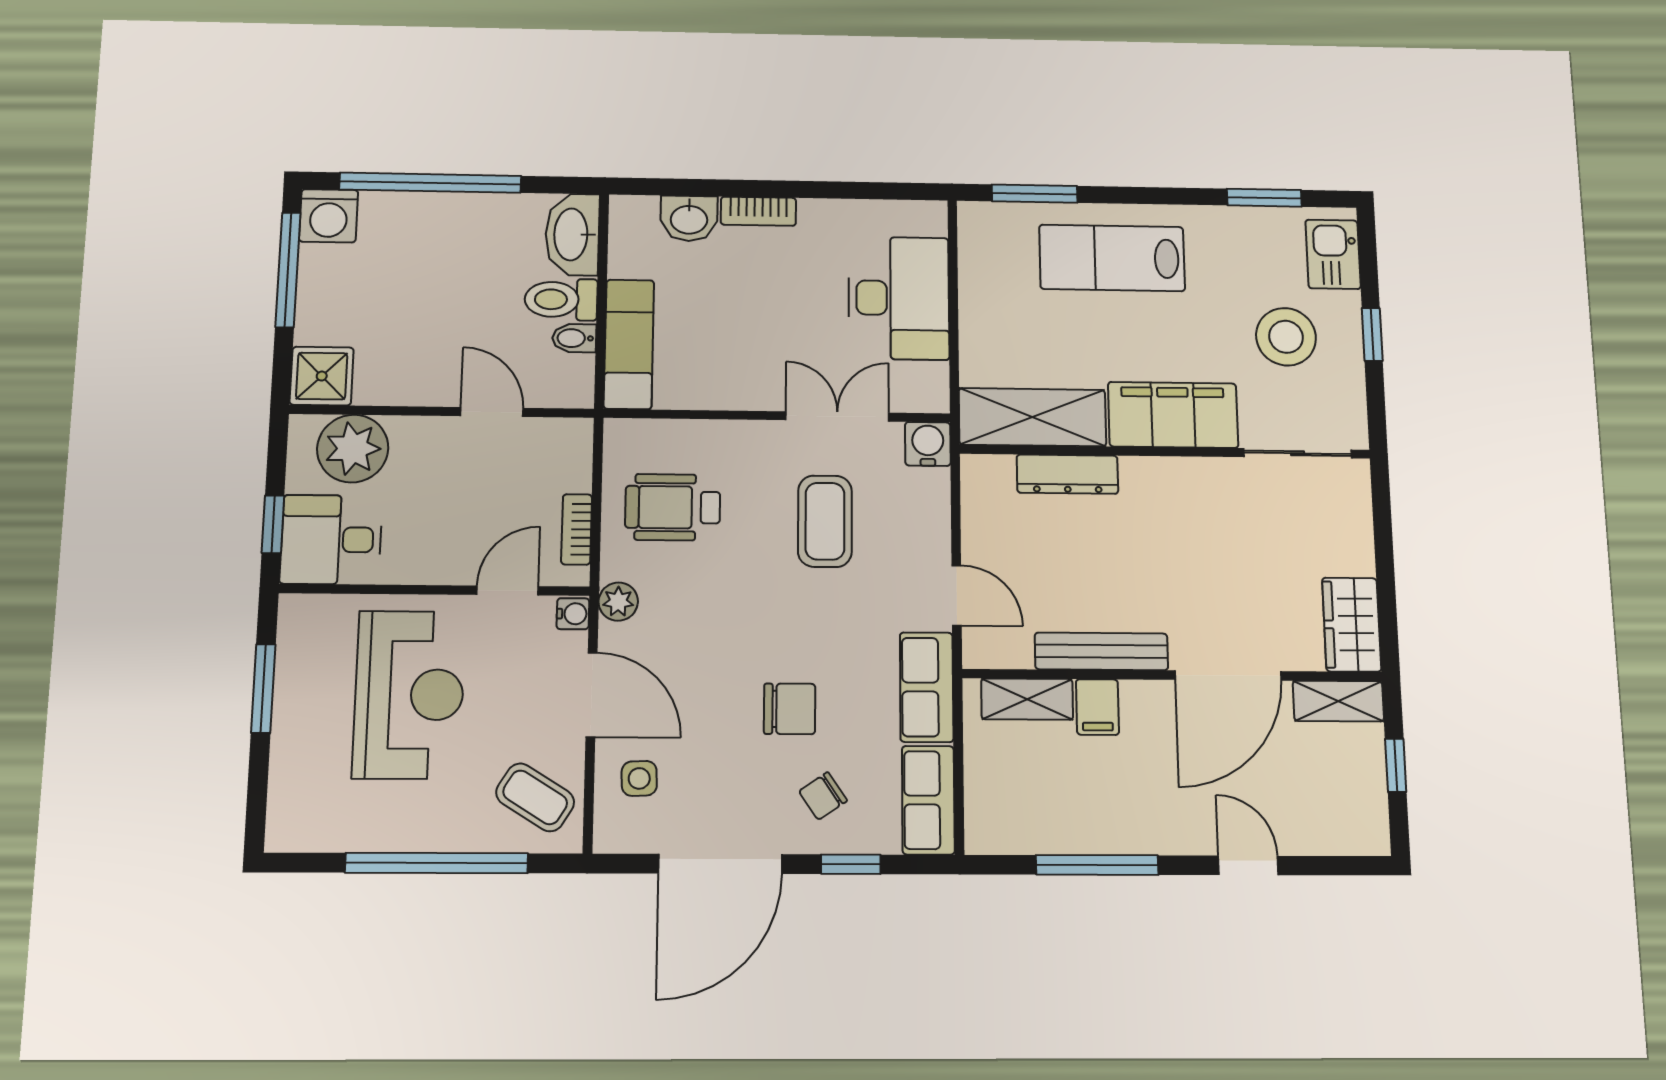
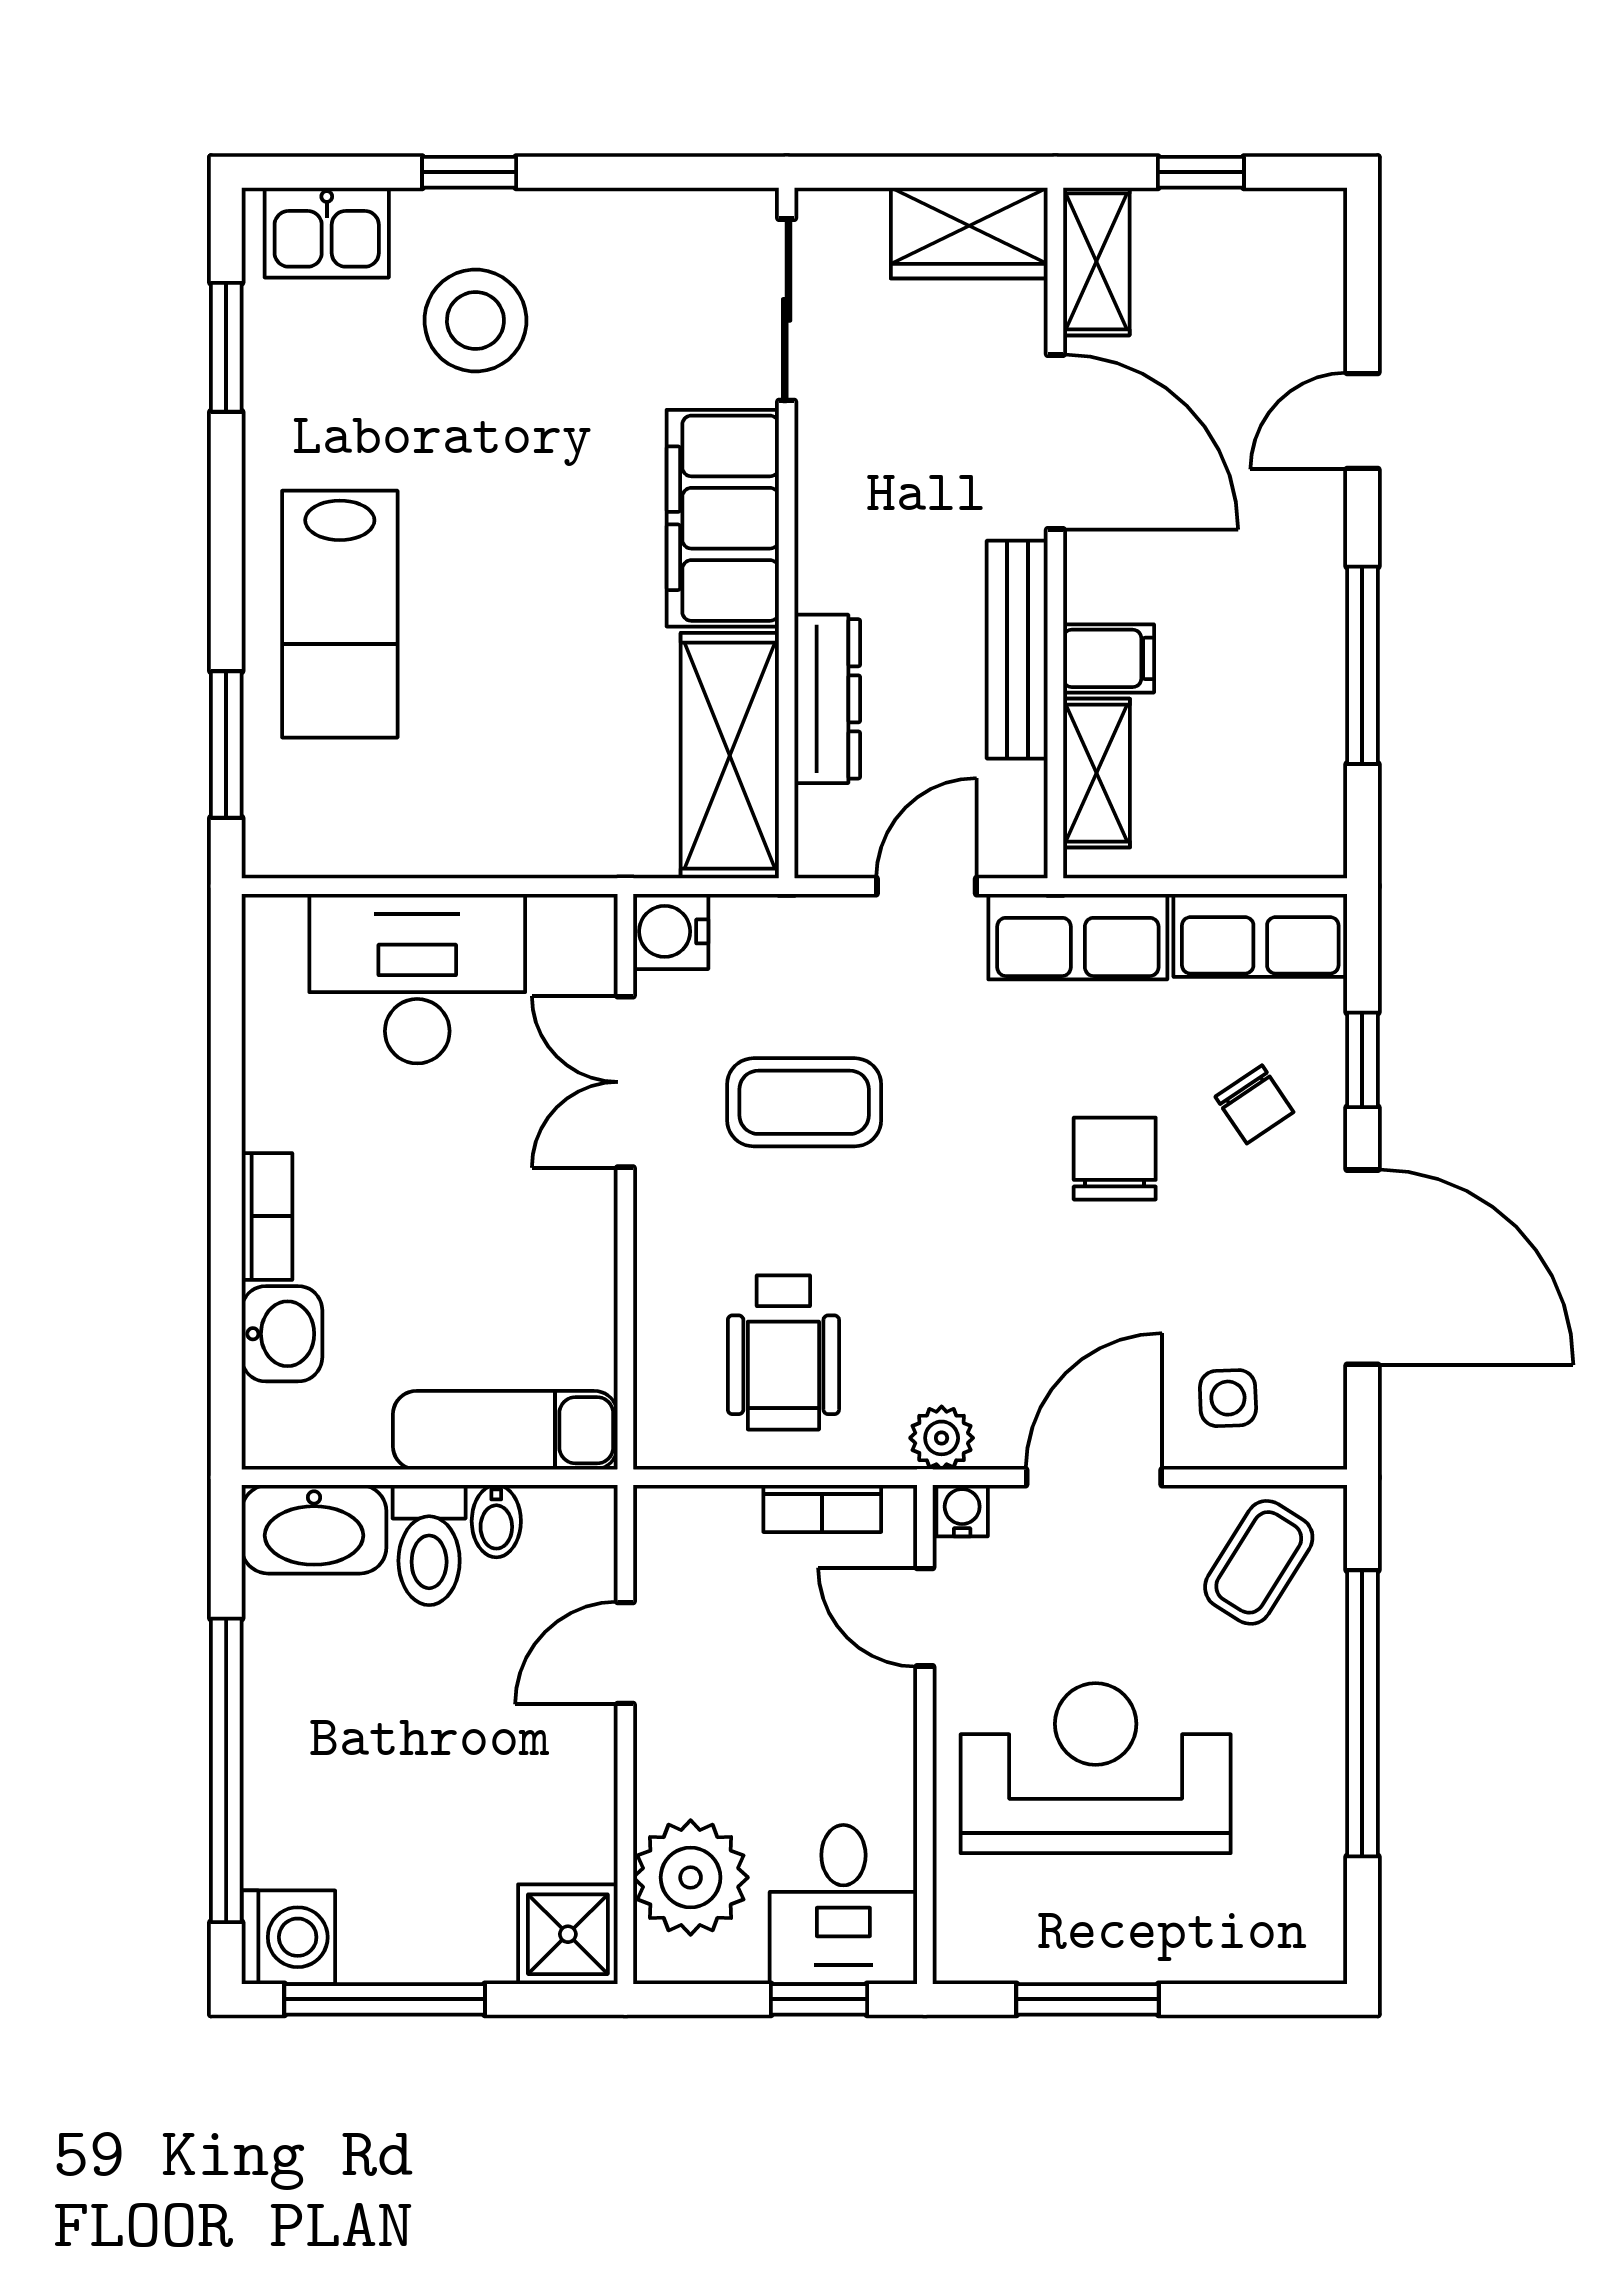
filing cabinet: (1173, 415) -> (723, 518), moved
shelving: (1032, 417) -> (730, 756), moved
wall: (1166, 452) -> (787, 533), moved
sliding door: (1298, 453) -> (787, 310), moved
dresser: (1067, 474) -> (827, 699), moved

